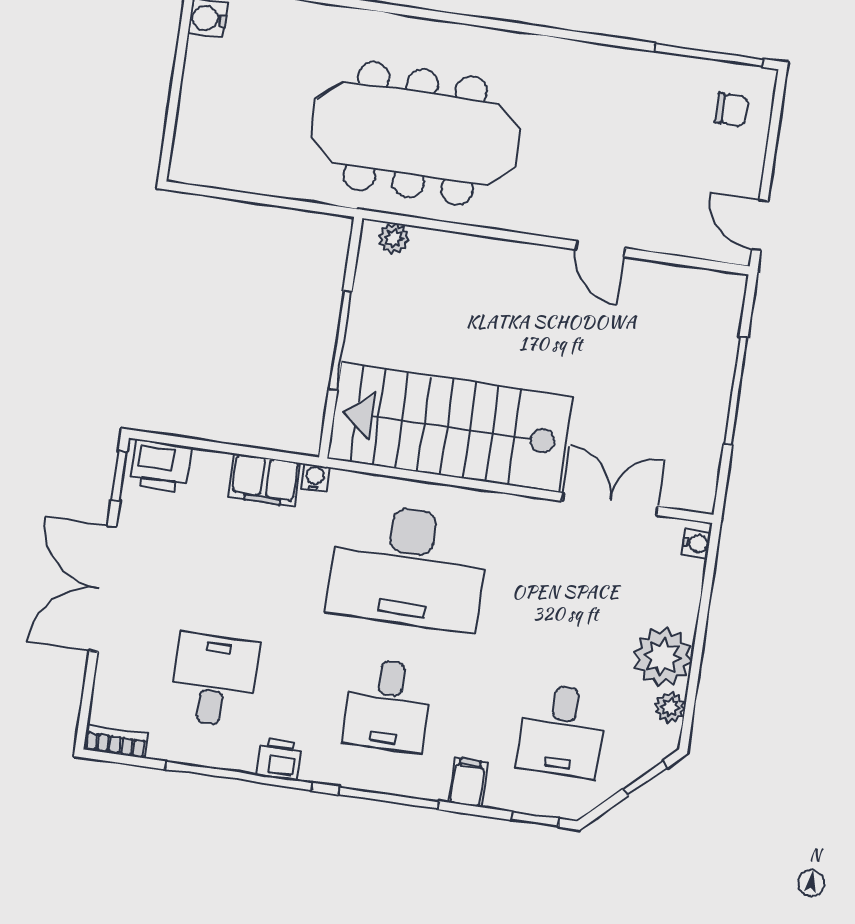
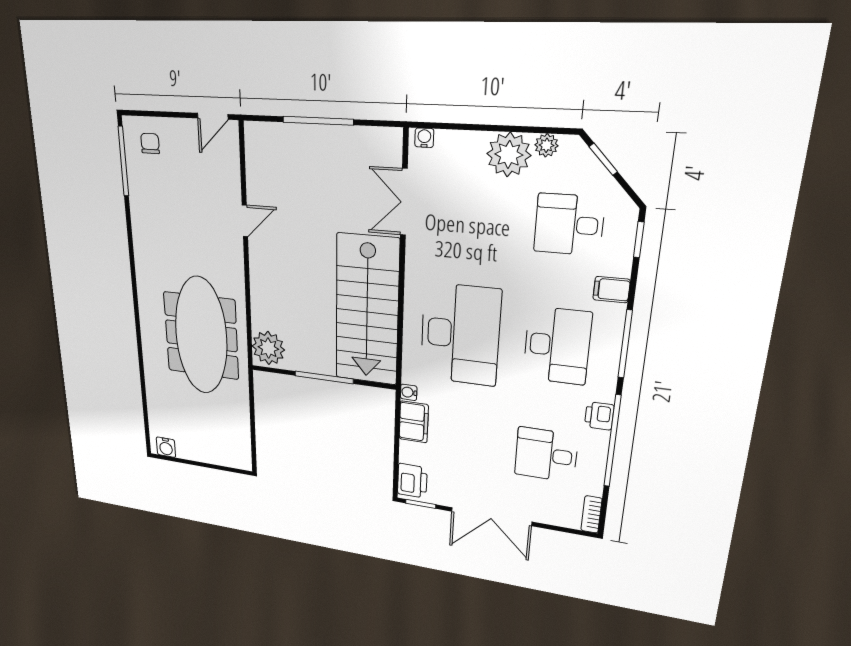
plant: (394, 238) -> (268, 348), width x1.88, depth x1.88
desk: (388, 705) -> (557, 346), width x1.37
desk: (562, 731) -> (569, 225), turned 180

